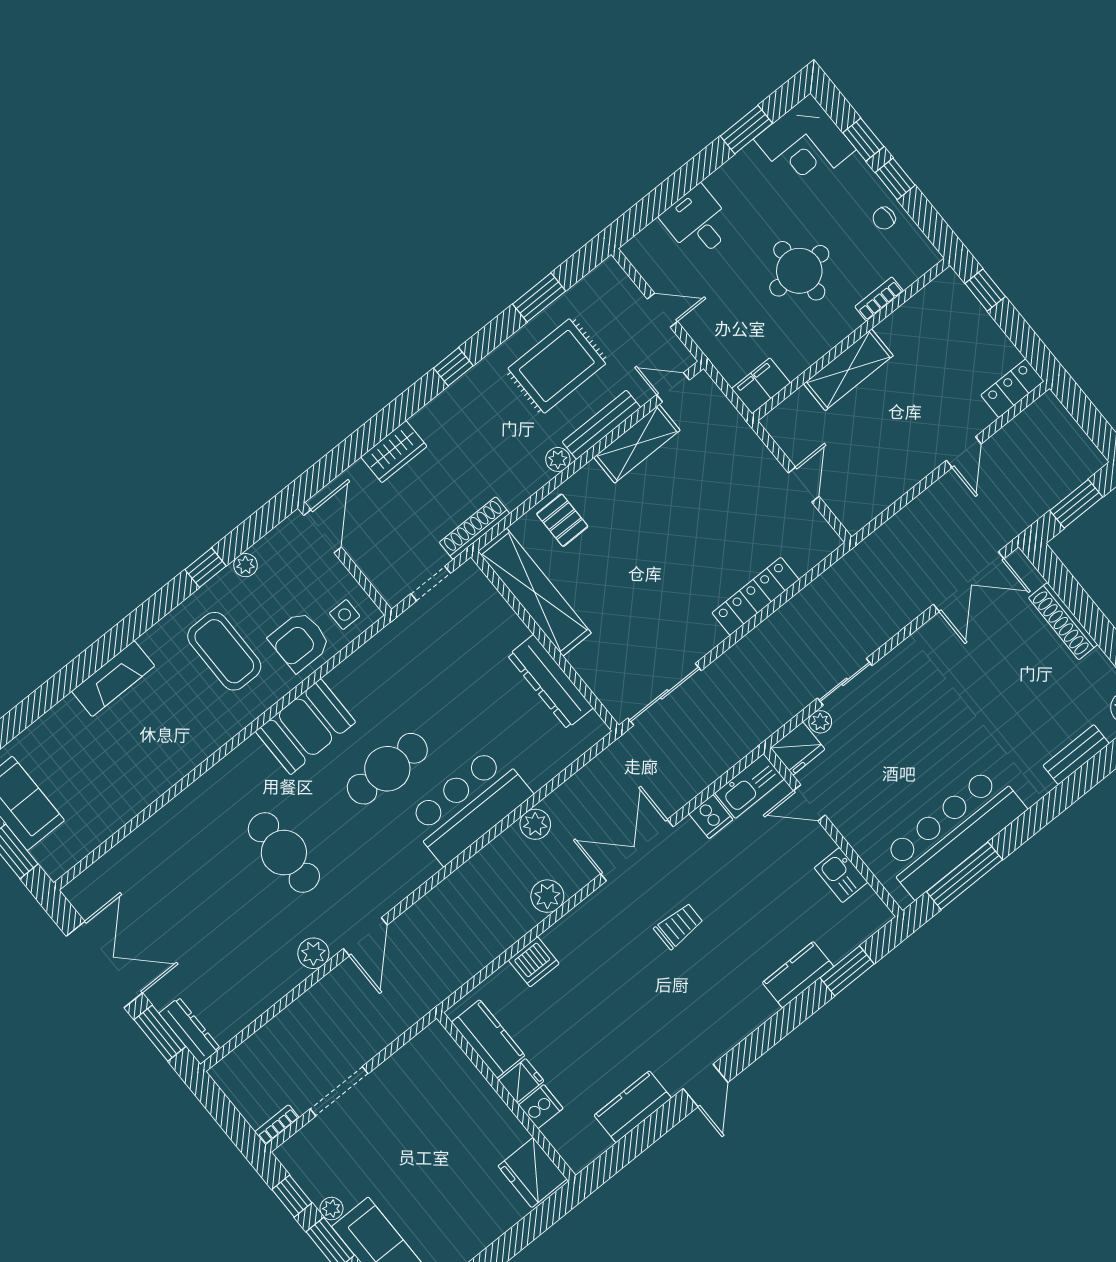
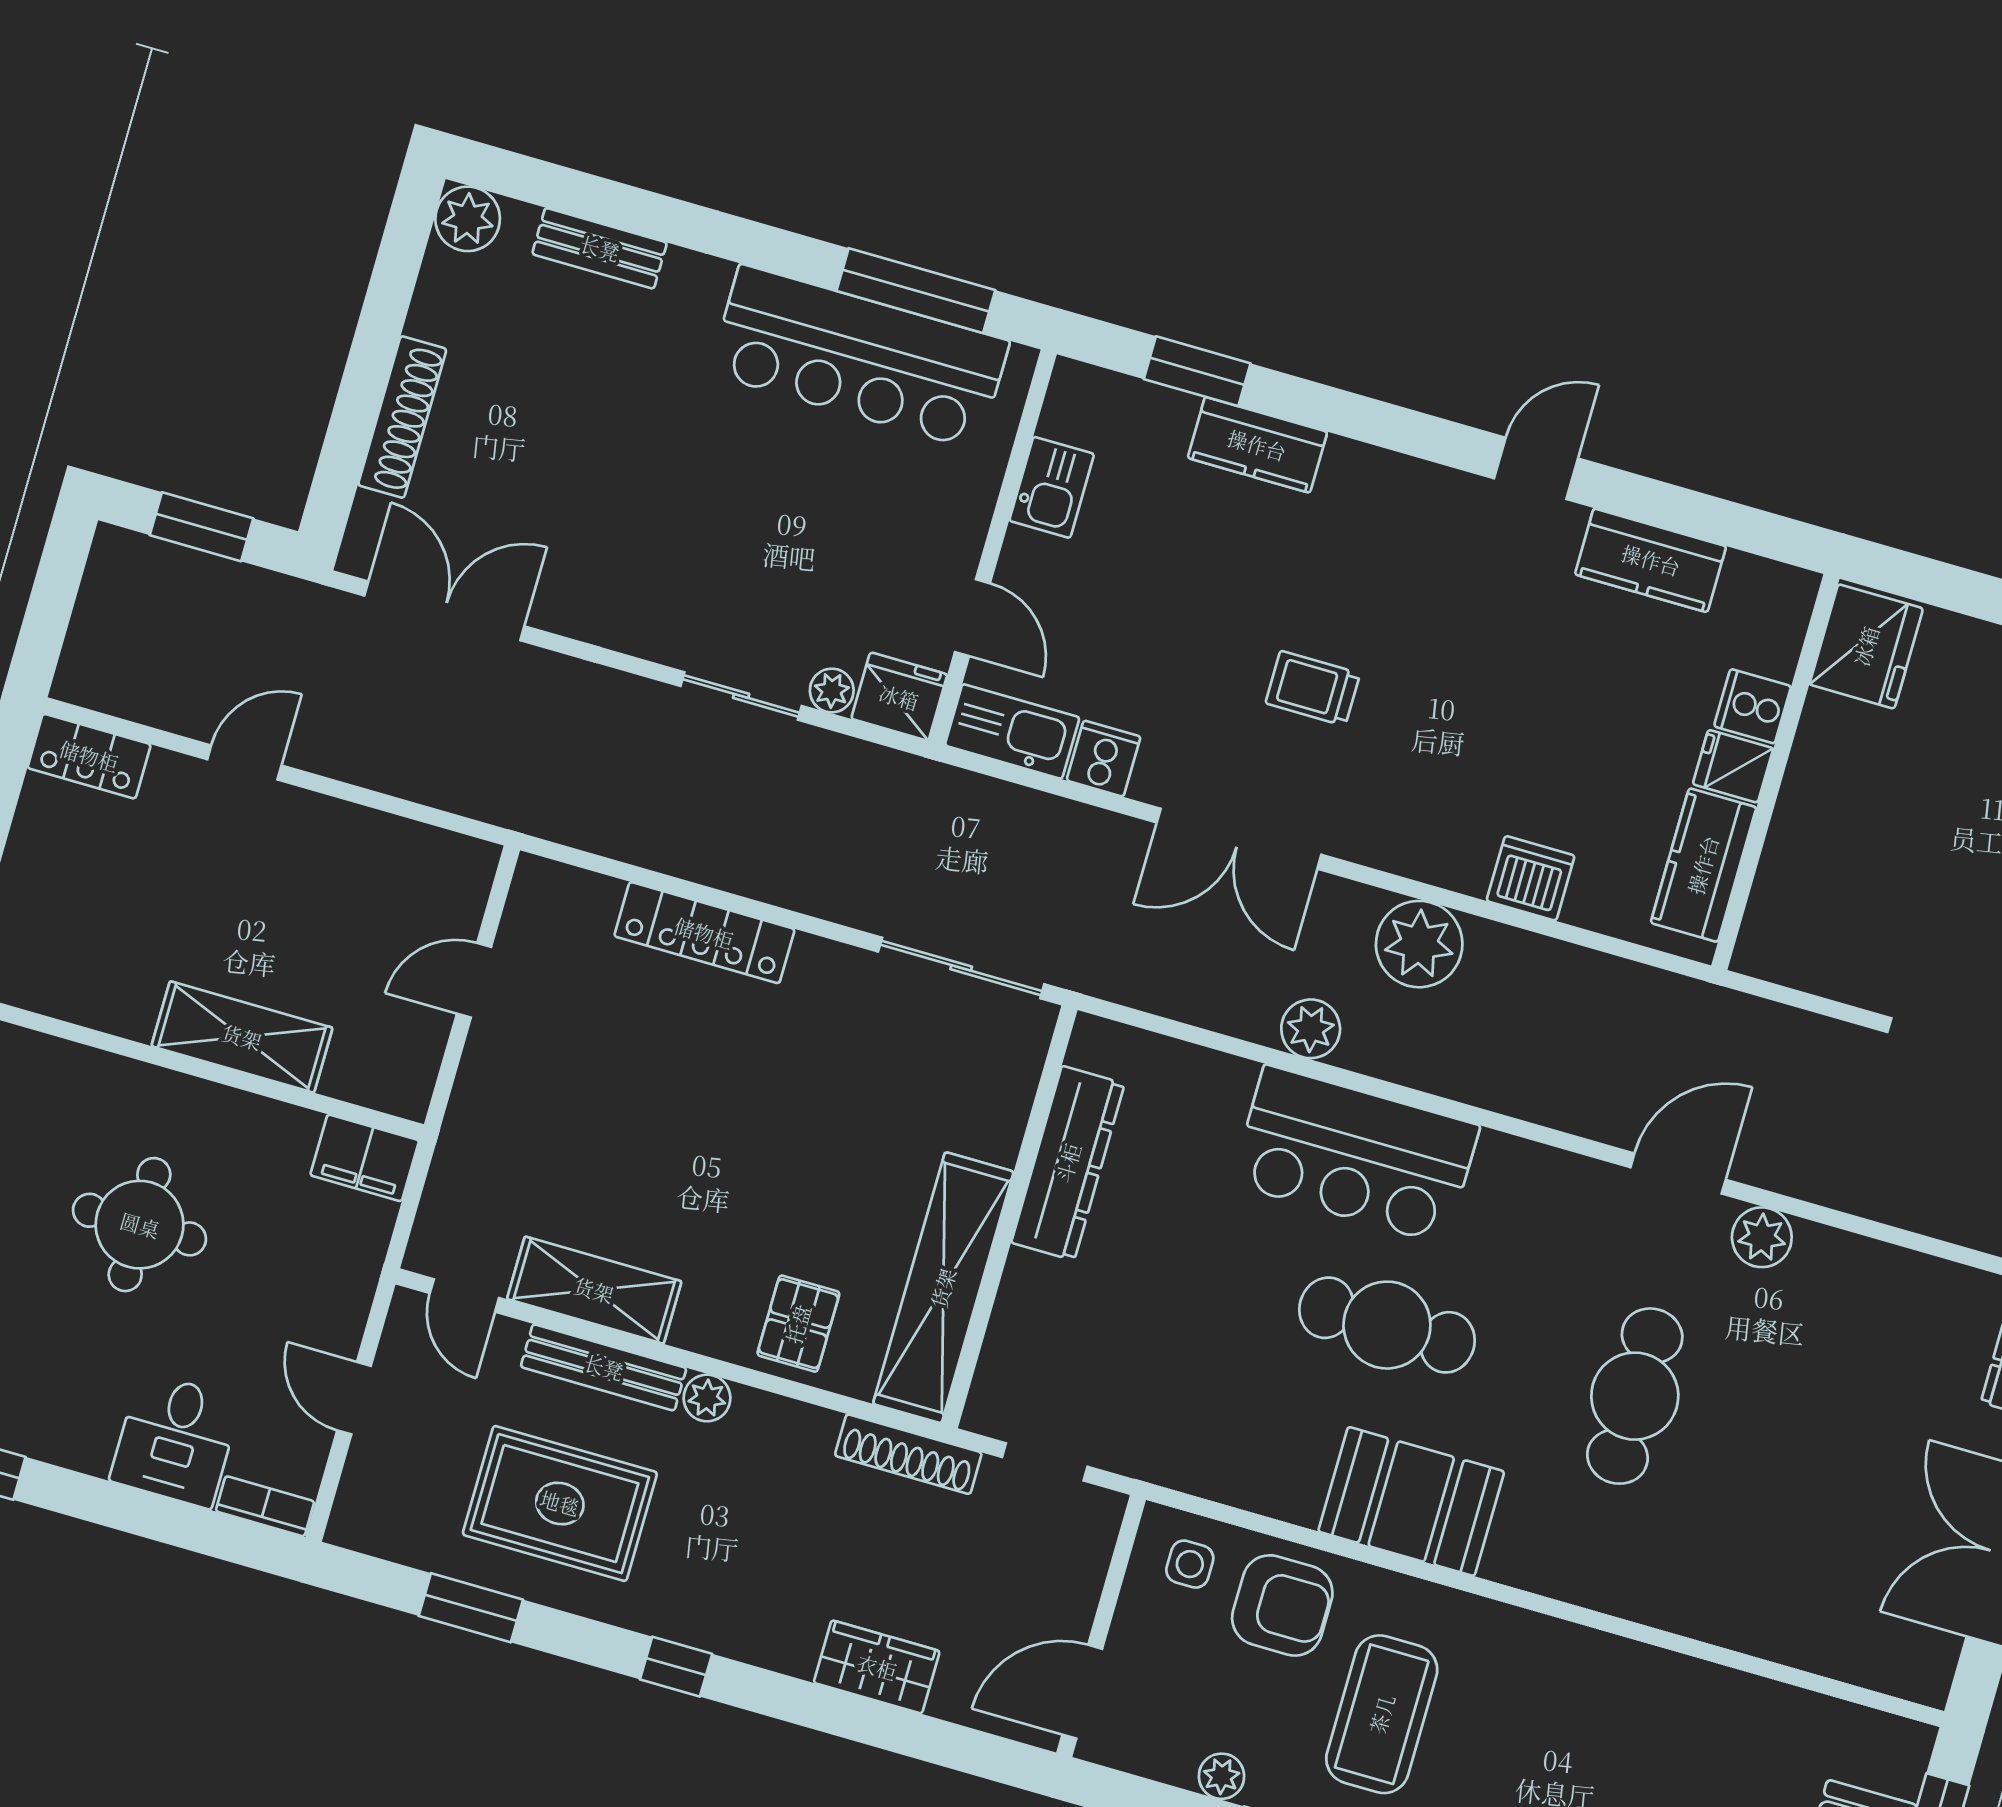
bookcase: (879, 299) -> (265, 1506), moved, turned 180
plant: (547, 896) -> (1419, 944), width x1.36, depth x1.36

